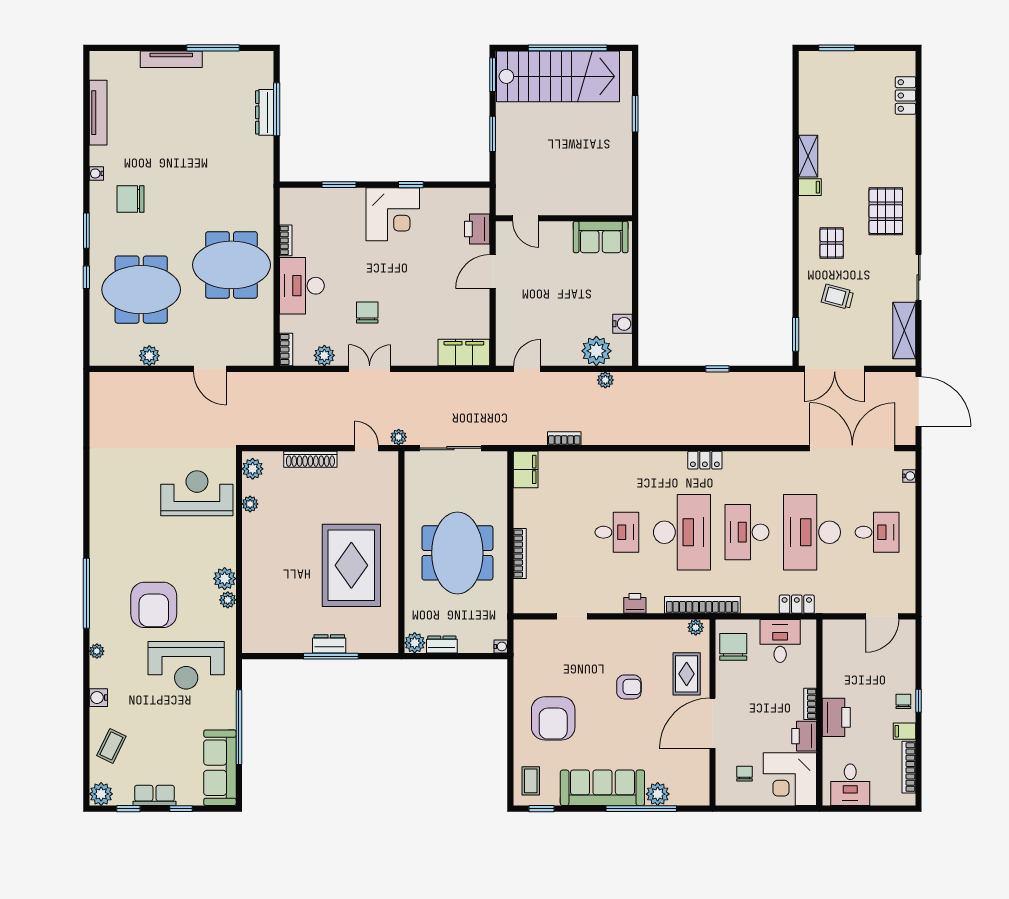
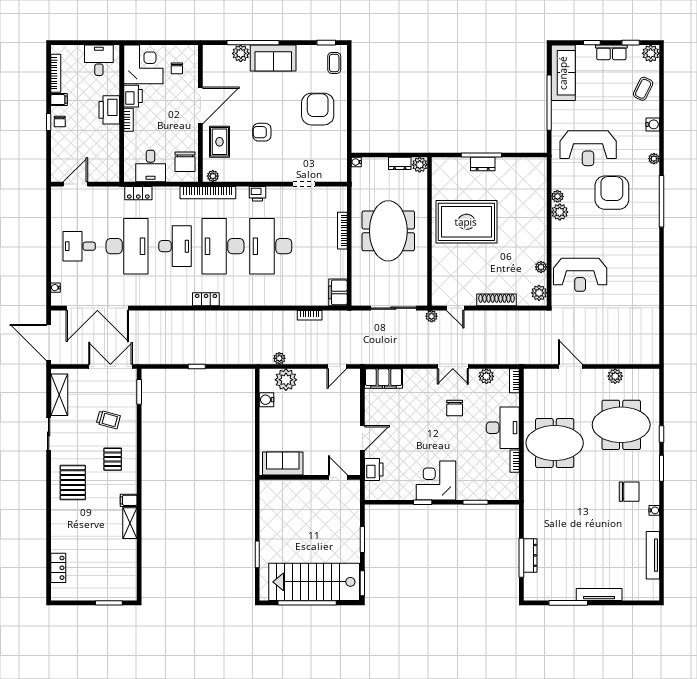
desk: (617, 532) -> (271, 246), width x1.87, depth x1.30
rug: (351, 565) -> (466, 222), turned 90
reception desk: (186, 665) -> (588, 148), turned 180
sofa: (602, 788) -> (273, 58), width x0.73

